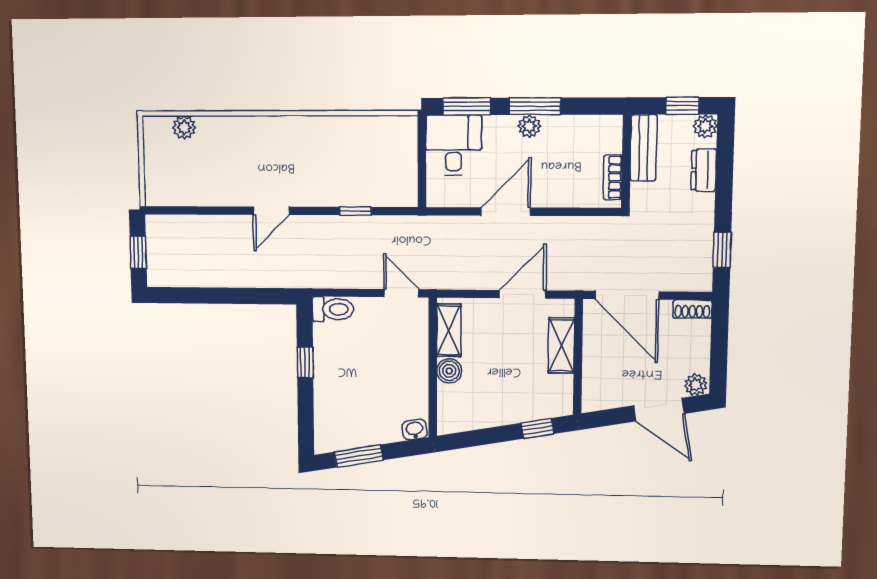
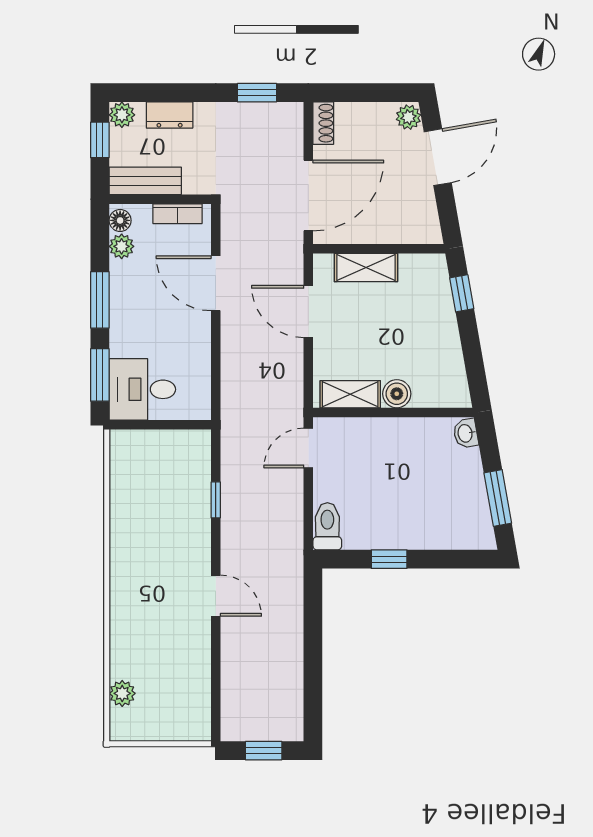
floor lamp: (607, 125) -> (120, 220), added
plant: (529, 126) -> (122, 246), moved
door: (506, 212) -> (216, 283), moved

